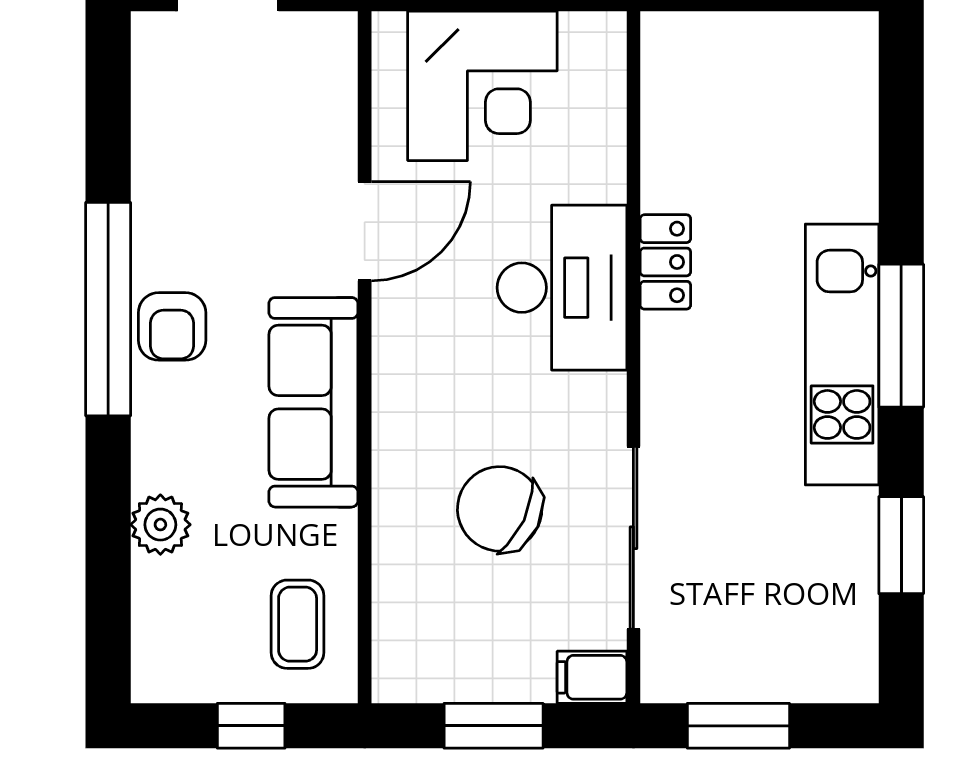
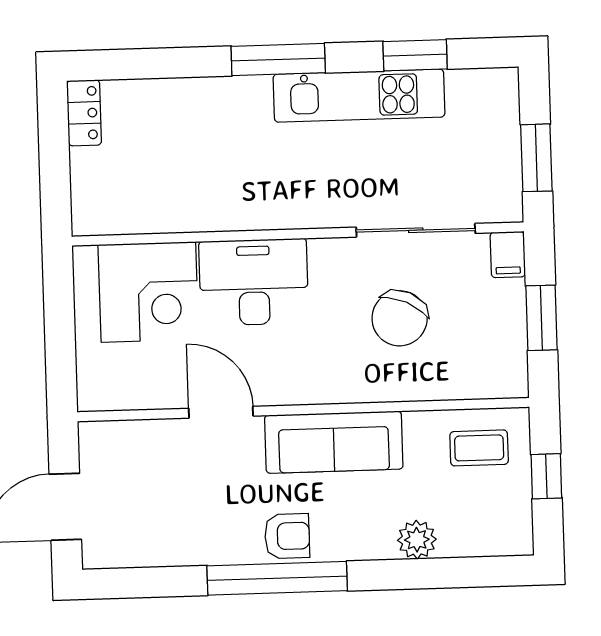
corner desk: (482, 86) -> (148, 292), moved, turned 90
locker: (665, 262) -> (84, 113), moved, turned 90
kitchen unit: (842, 354) -> (359, 96), moved

